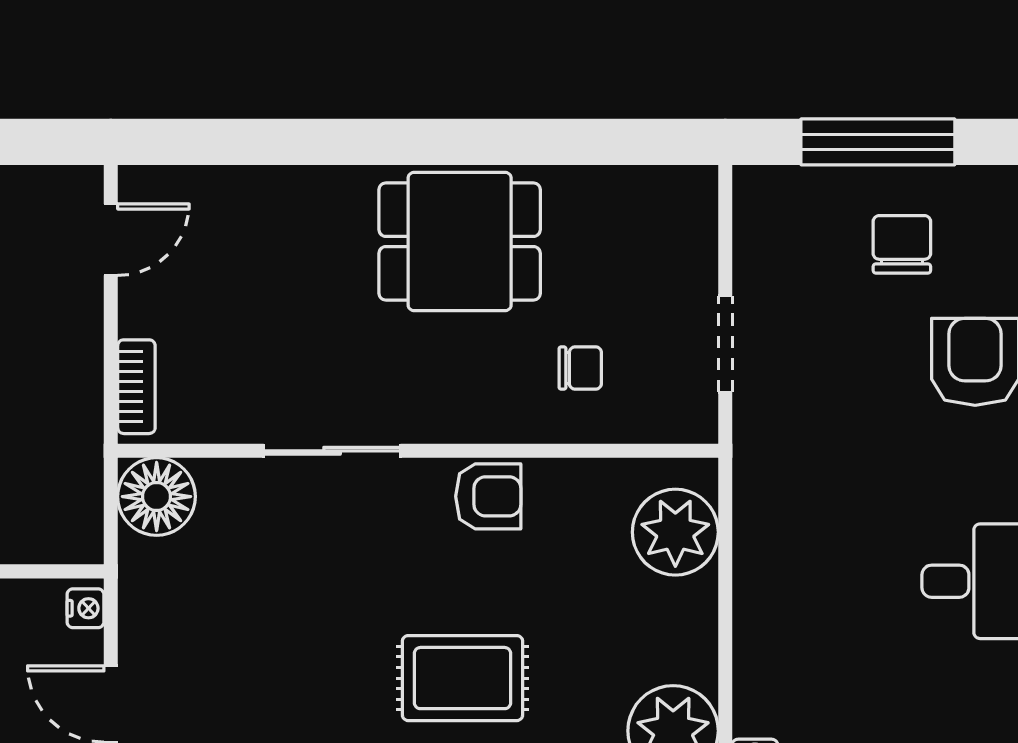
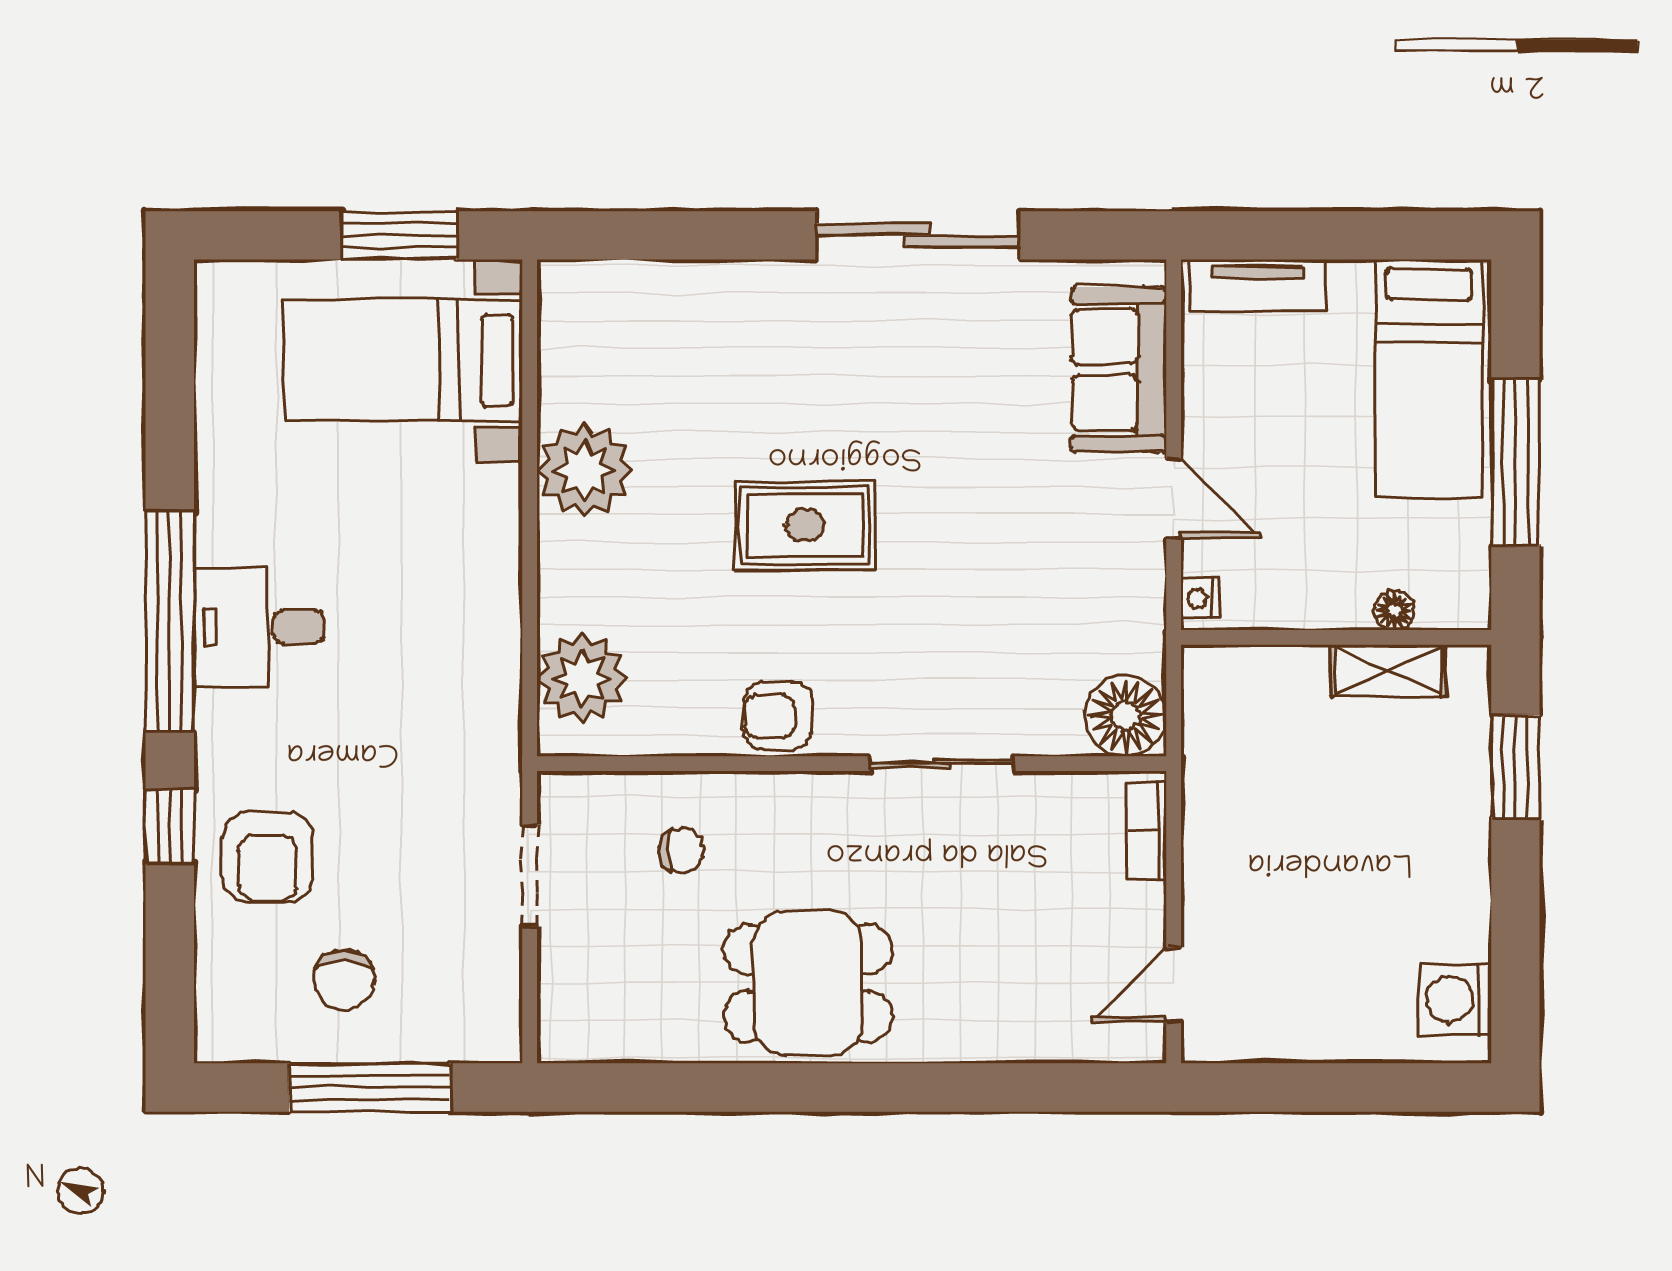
chair: (580, 368) -> (681, 850), turned 180

